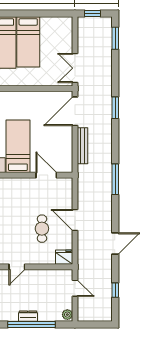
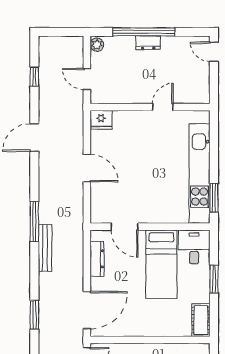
bench: (83, 146) -> (45, 248), moved
dresser: (67, 151) -> (97, 259), added
cafe table: (42, 229) -> (130, 157), removed

